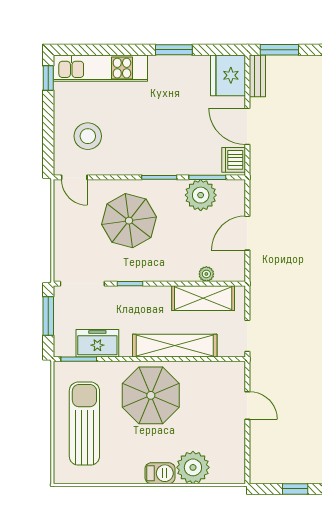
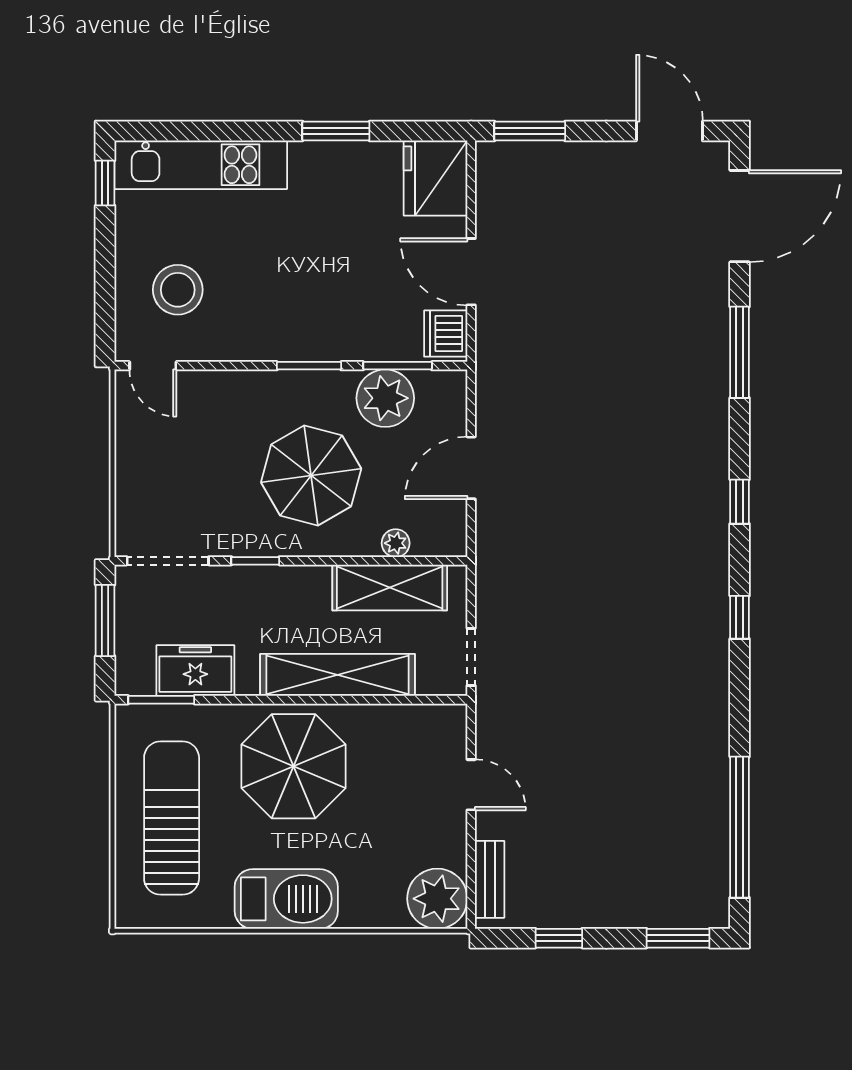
bench: (257, 76) -> (490, 879), moved
parasol: (129, 221) -> (311, 475), moved
plant: (193, 467) -> (437, 899), moved
barbecue: (160, 473) -> (286, 899), width x1.88, depth x1.53

